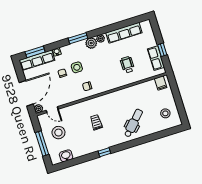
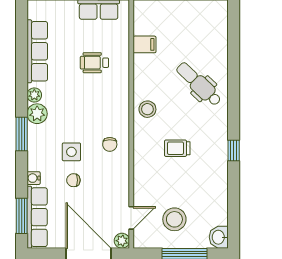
filing cabinet: (161, 83) -> (144, 44), moved
stool: (165, 113) -> (147, 109), moved
washbasin: (66, 156) -> (219, 237), moved

